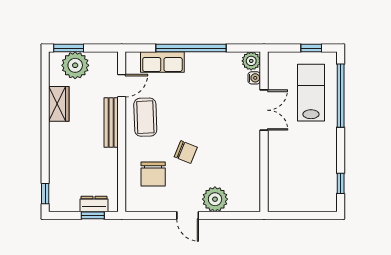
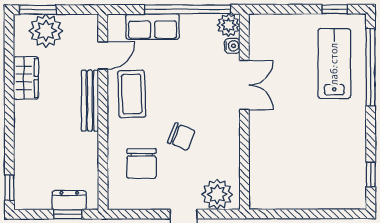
plant: (251, 61) -> (228, 25), moved
water cooler: (254, 78) -> (232, 46), moved
double door: (264, 110) -> (244, 85), moved
wall: (264, 132) -> (244, 112), moved

